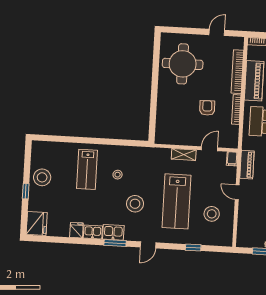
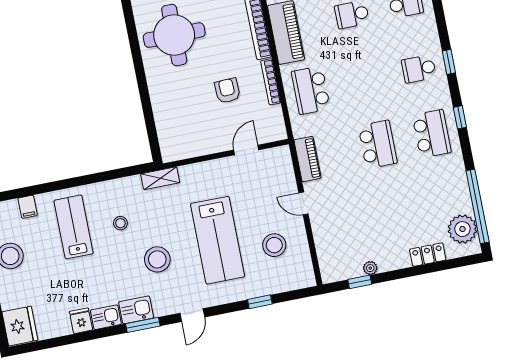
shelving: (184, 155) -> (160, 178), moved
filing cabinet: (232, 159) -> (28, 207), moved
lab bench: (87, 169) -> (74, 227), turned 180

